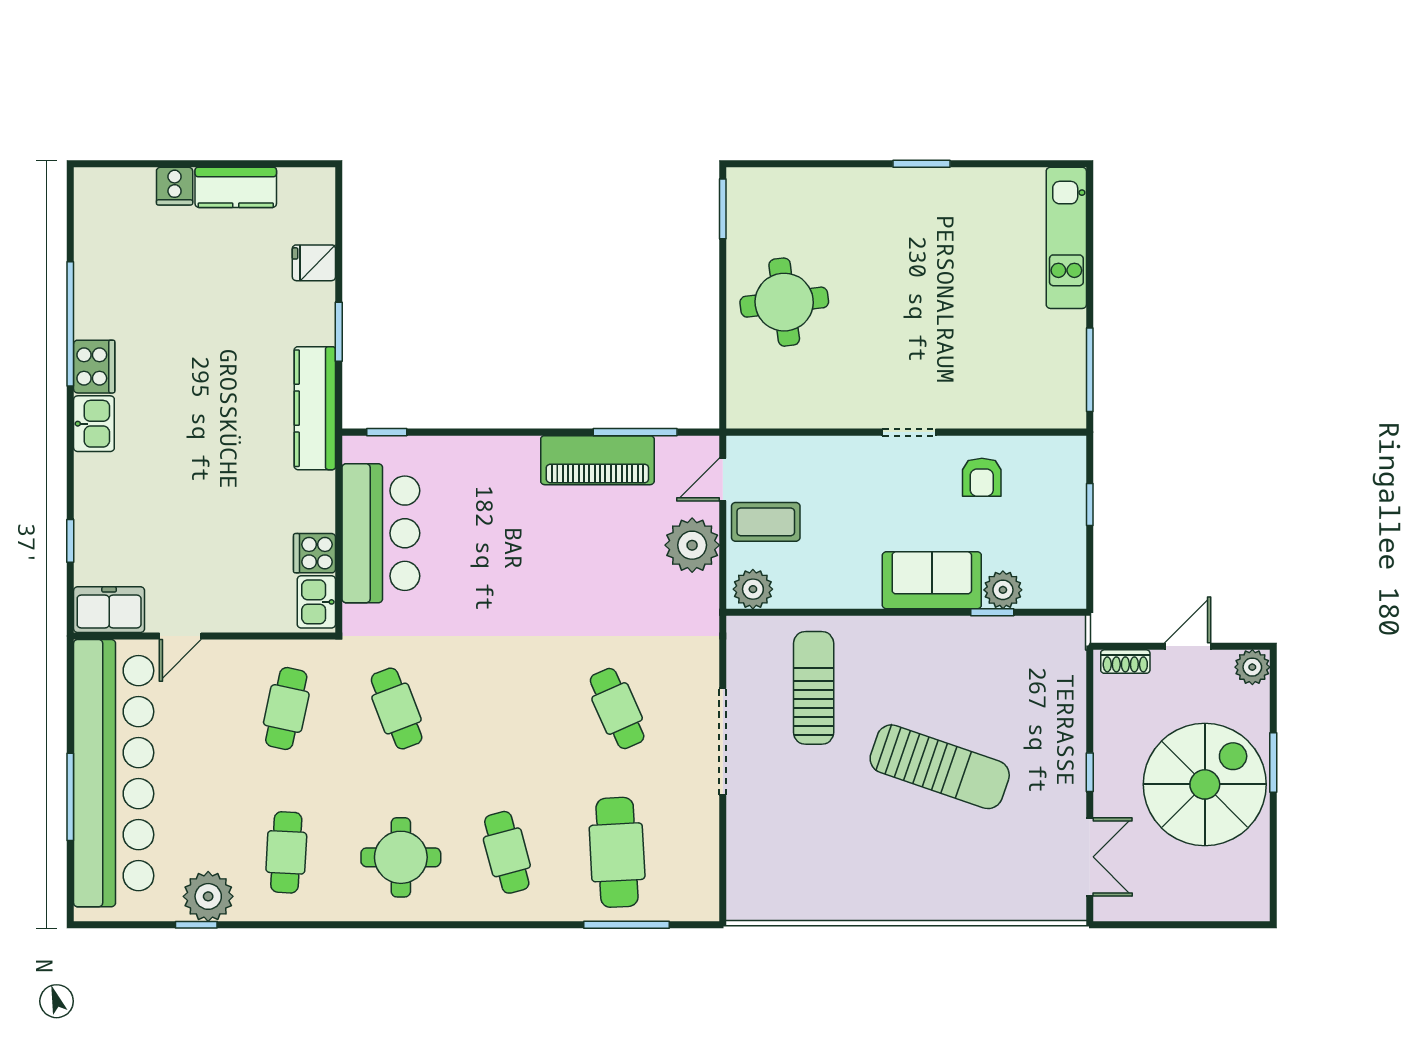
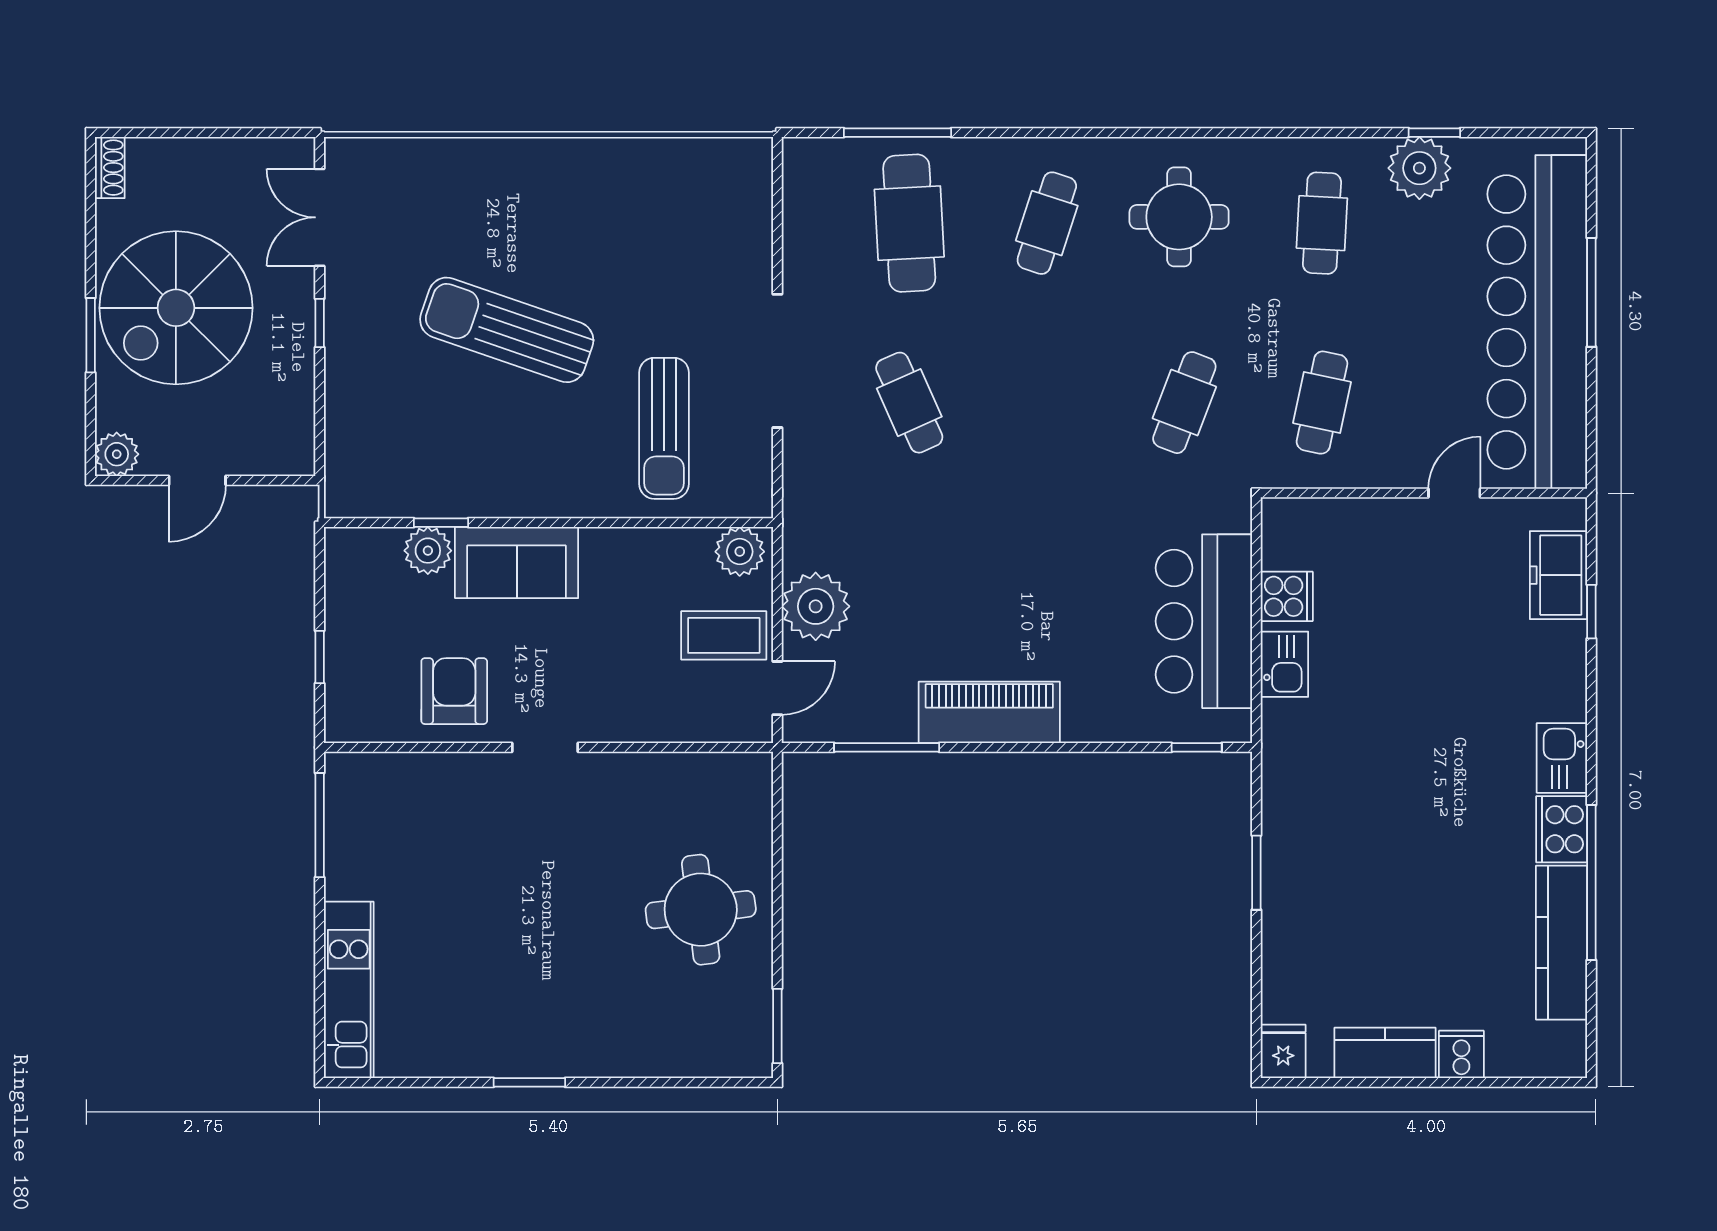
fridge: (314, 263) -> (1283, 1051), moved, turned -90
kitchen counter: (315, 408) -> (1562, 943), moved, turned 180
piano: (597, 460) -> (989, 712), moved
armchair: (982, 477) -> (454, 691), width x1.38, depth x1.38
kitchen sink: (316, 602) -> (1284, 664), moved
freezer: (109, 610) -> (1559, 575), moved, turned 90
shoe rack: (1125, 662) -> (110, 168), moved, turned 90
cafe table: (397, 708) -> (1184, 403), turned 42
cafe table: (507, 852) -> (1047, 223), turned 33

